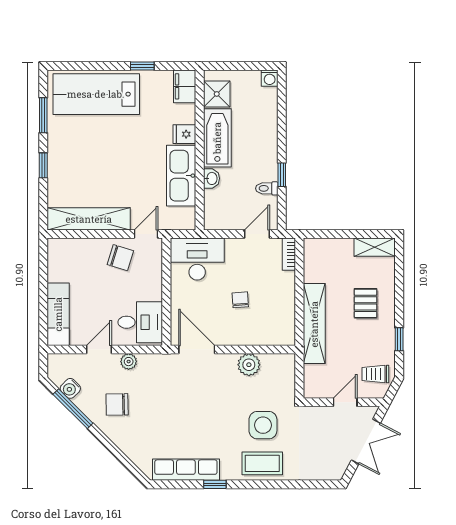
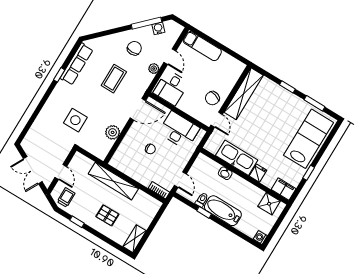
bathtub: (217, 138) -> (223, 211), moved, turned 180
desk: (197, 259) -> (179, 130), moved, turned -90
coffee table: (262, 463) -> (114, 79), moved

